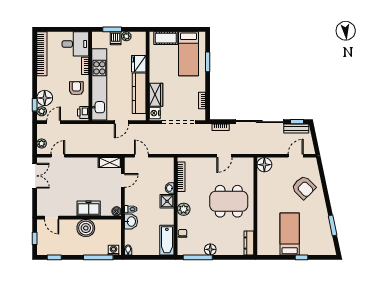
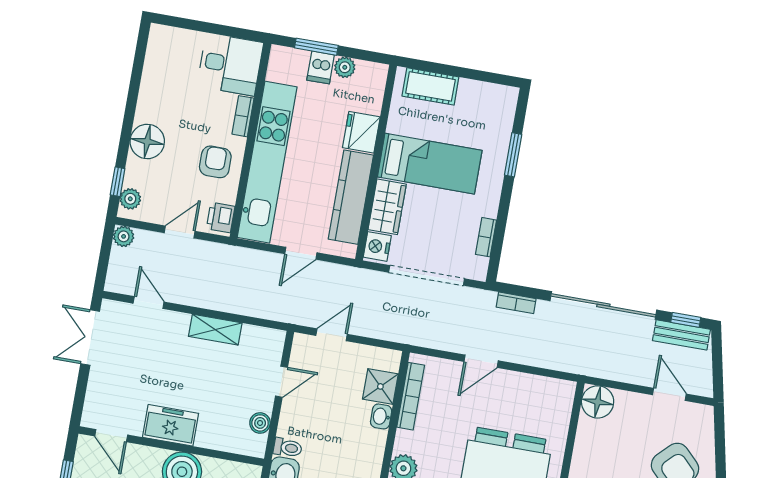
bookcase: (42, 54) -> (153, 73), removed
bed: (189, 54) -> (430, 164), moved, turned -90
floor lamp: (45, 98) -> (147, 141), moved
door: (54, 122) -> (180, 232), moved
plant: (42, 144) -> (124, 236), moved
door: (58, 156) -> (149, 303), hinge flipped
door: (141, 156) -> (332, 335), hinge flipped
door: (224, 156) -> (481, 361), moved
door: (296, 156) -> (669, 394), hinge flipped
shelving: (110, 163) -> (215, 330), moved
double door: (35, 176) -> (90, 337), swing flipped
shower: (167, 201) -> (380, 386), moved
freezer: (89, 208) -> (171, 425), moved
boiler: (117, 211) -> (260, 423), moved

